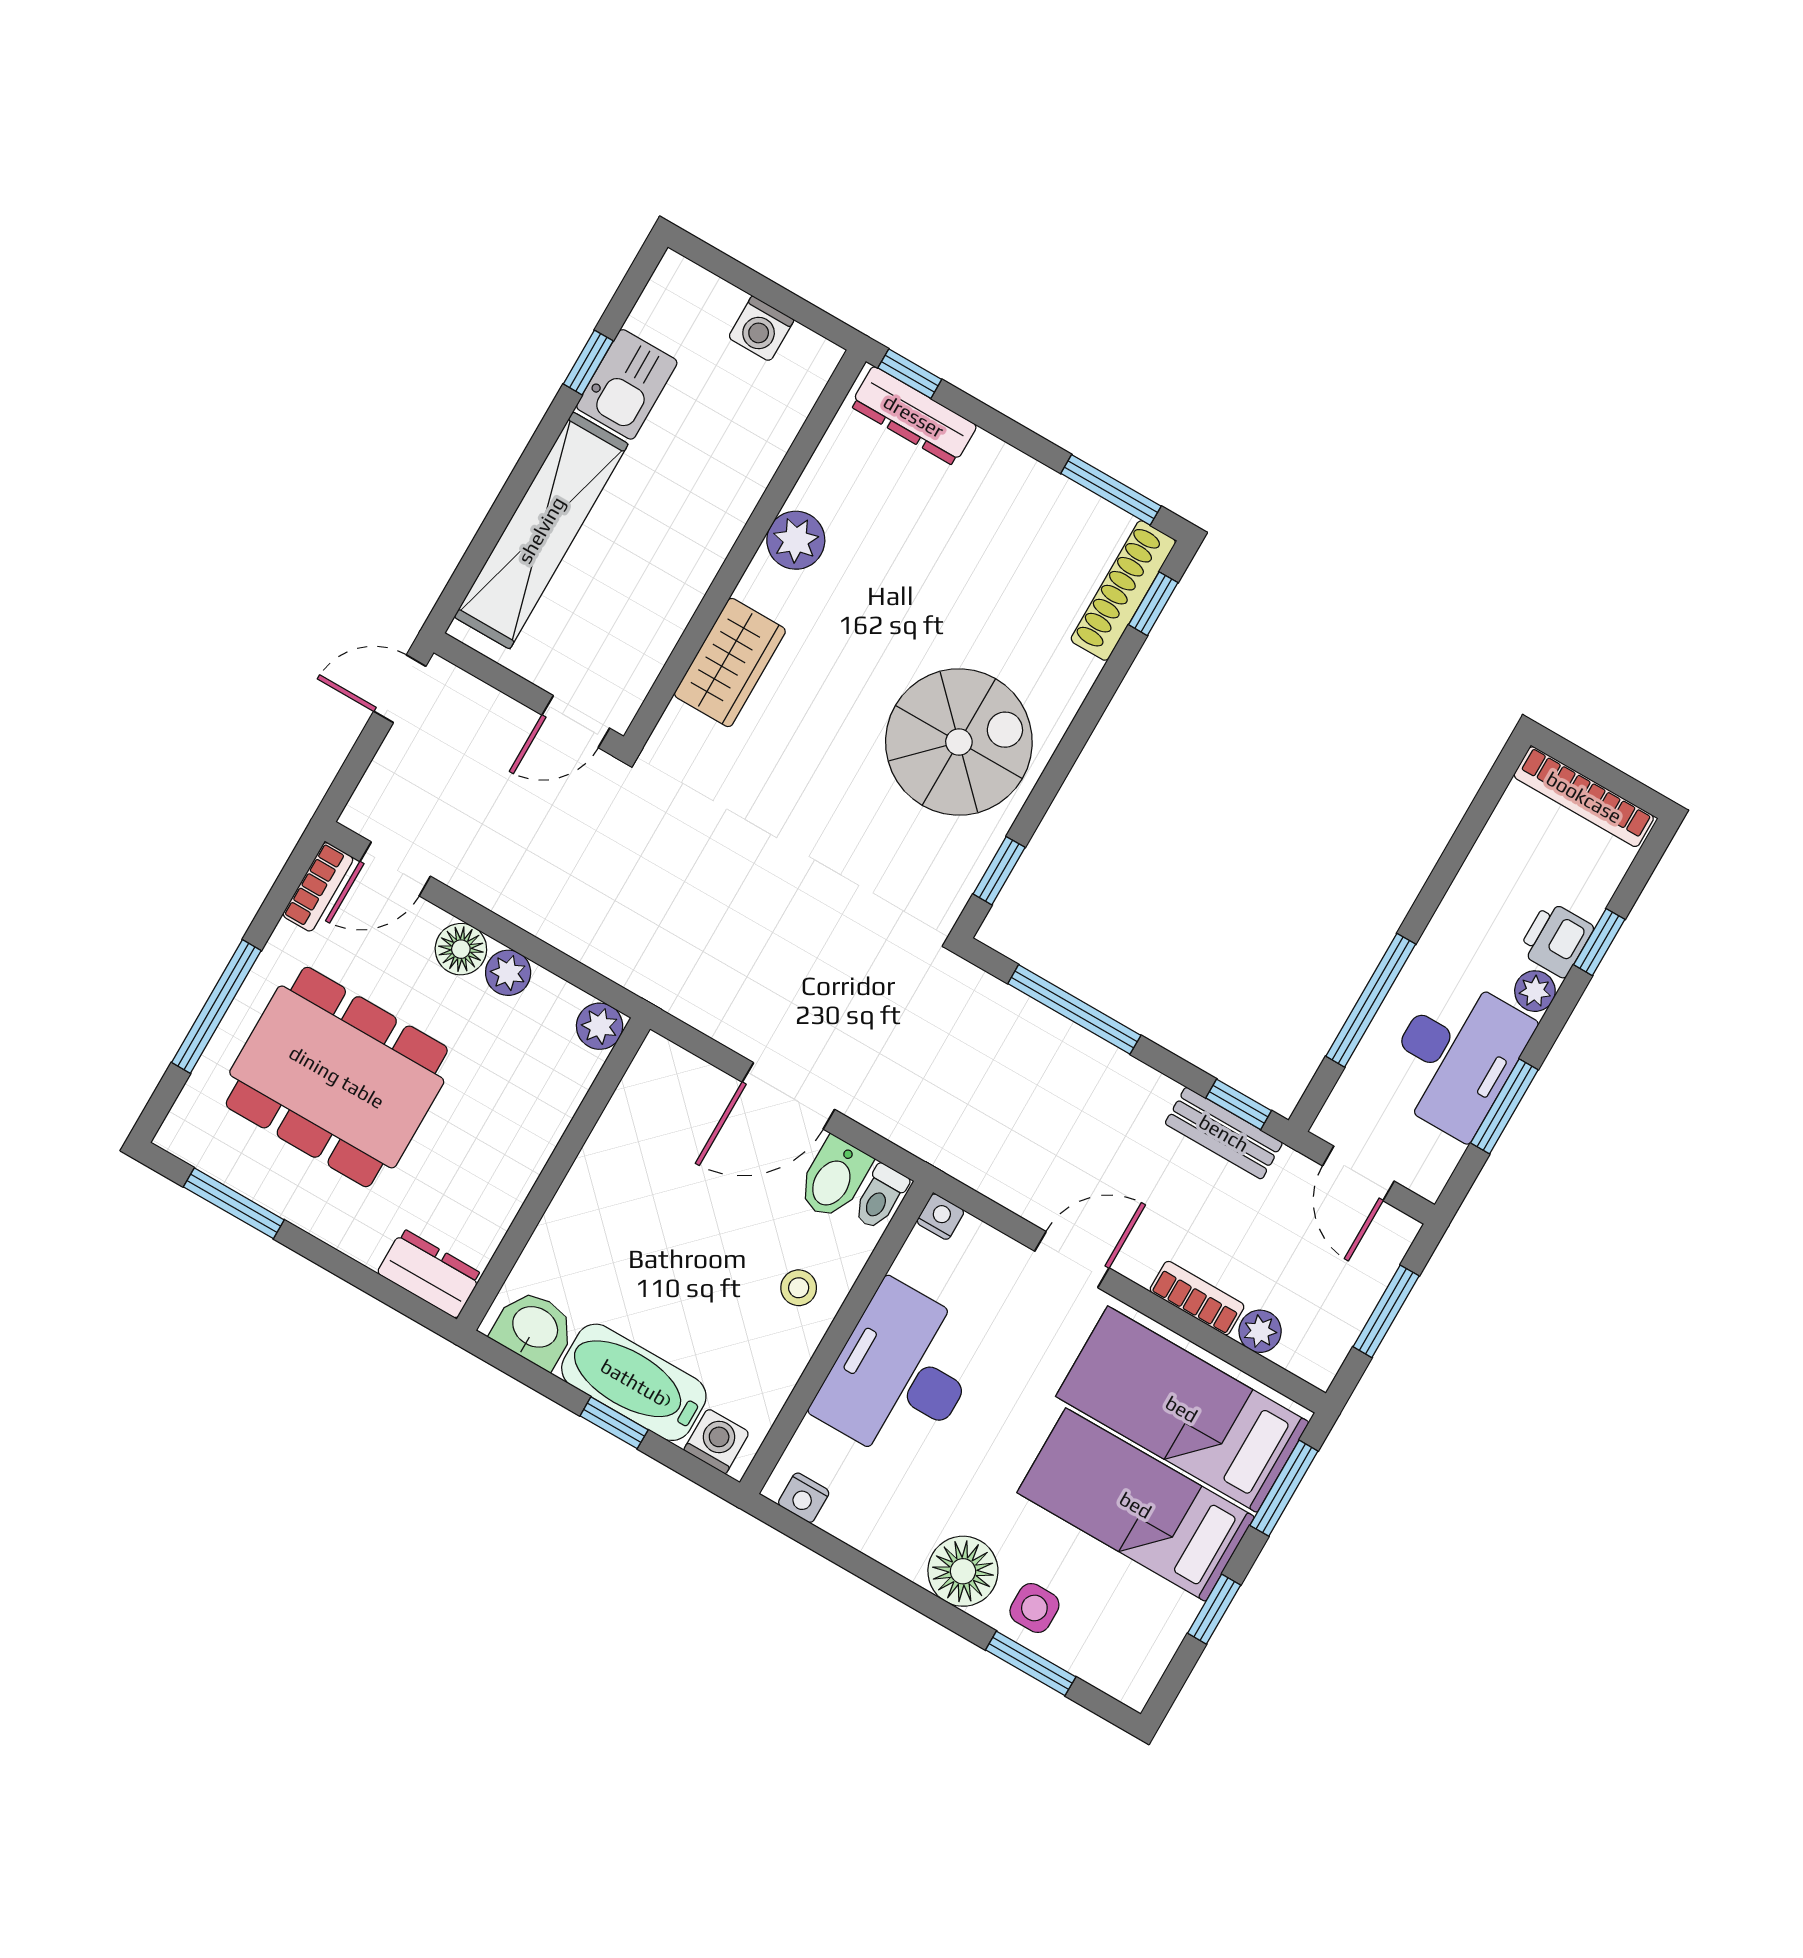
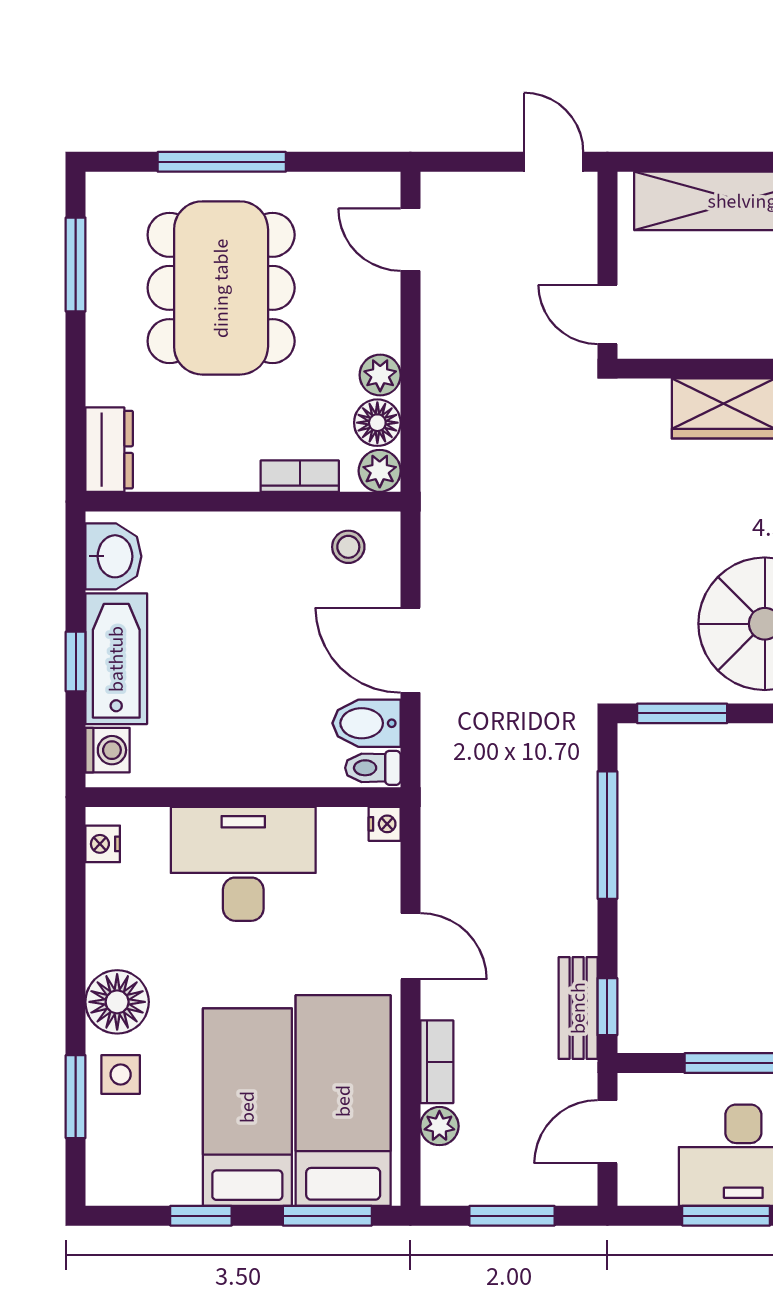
window: (999, 871) -> (682, 713), width x1.50
bookcase: (318, 887) -> (300, 476), moved, turned 180
floor lamp: (461, 949) -> (377, 423), moved
stool: (799, 1288) -> (348, 547), moved

